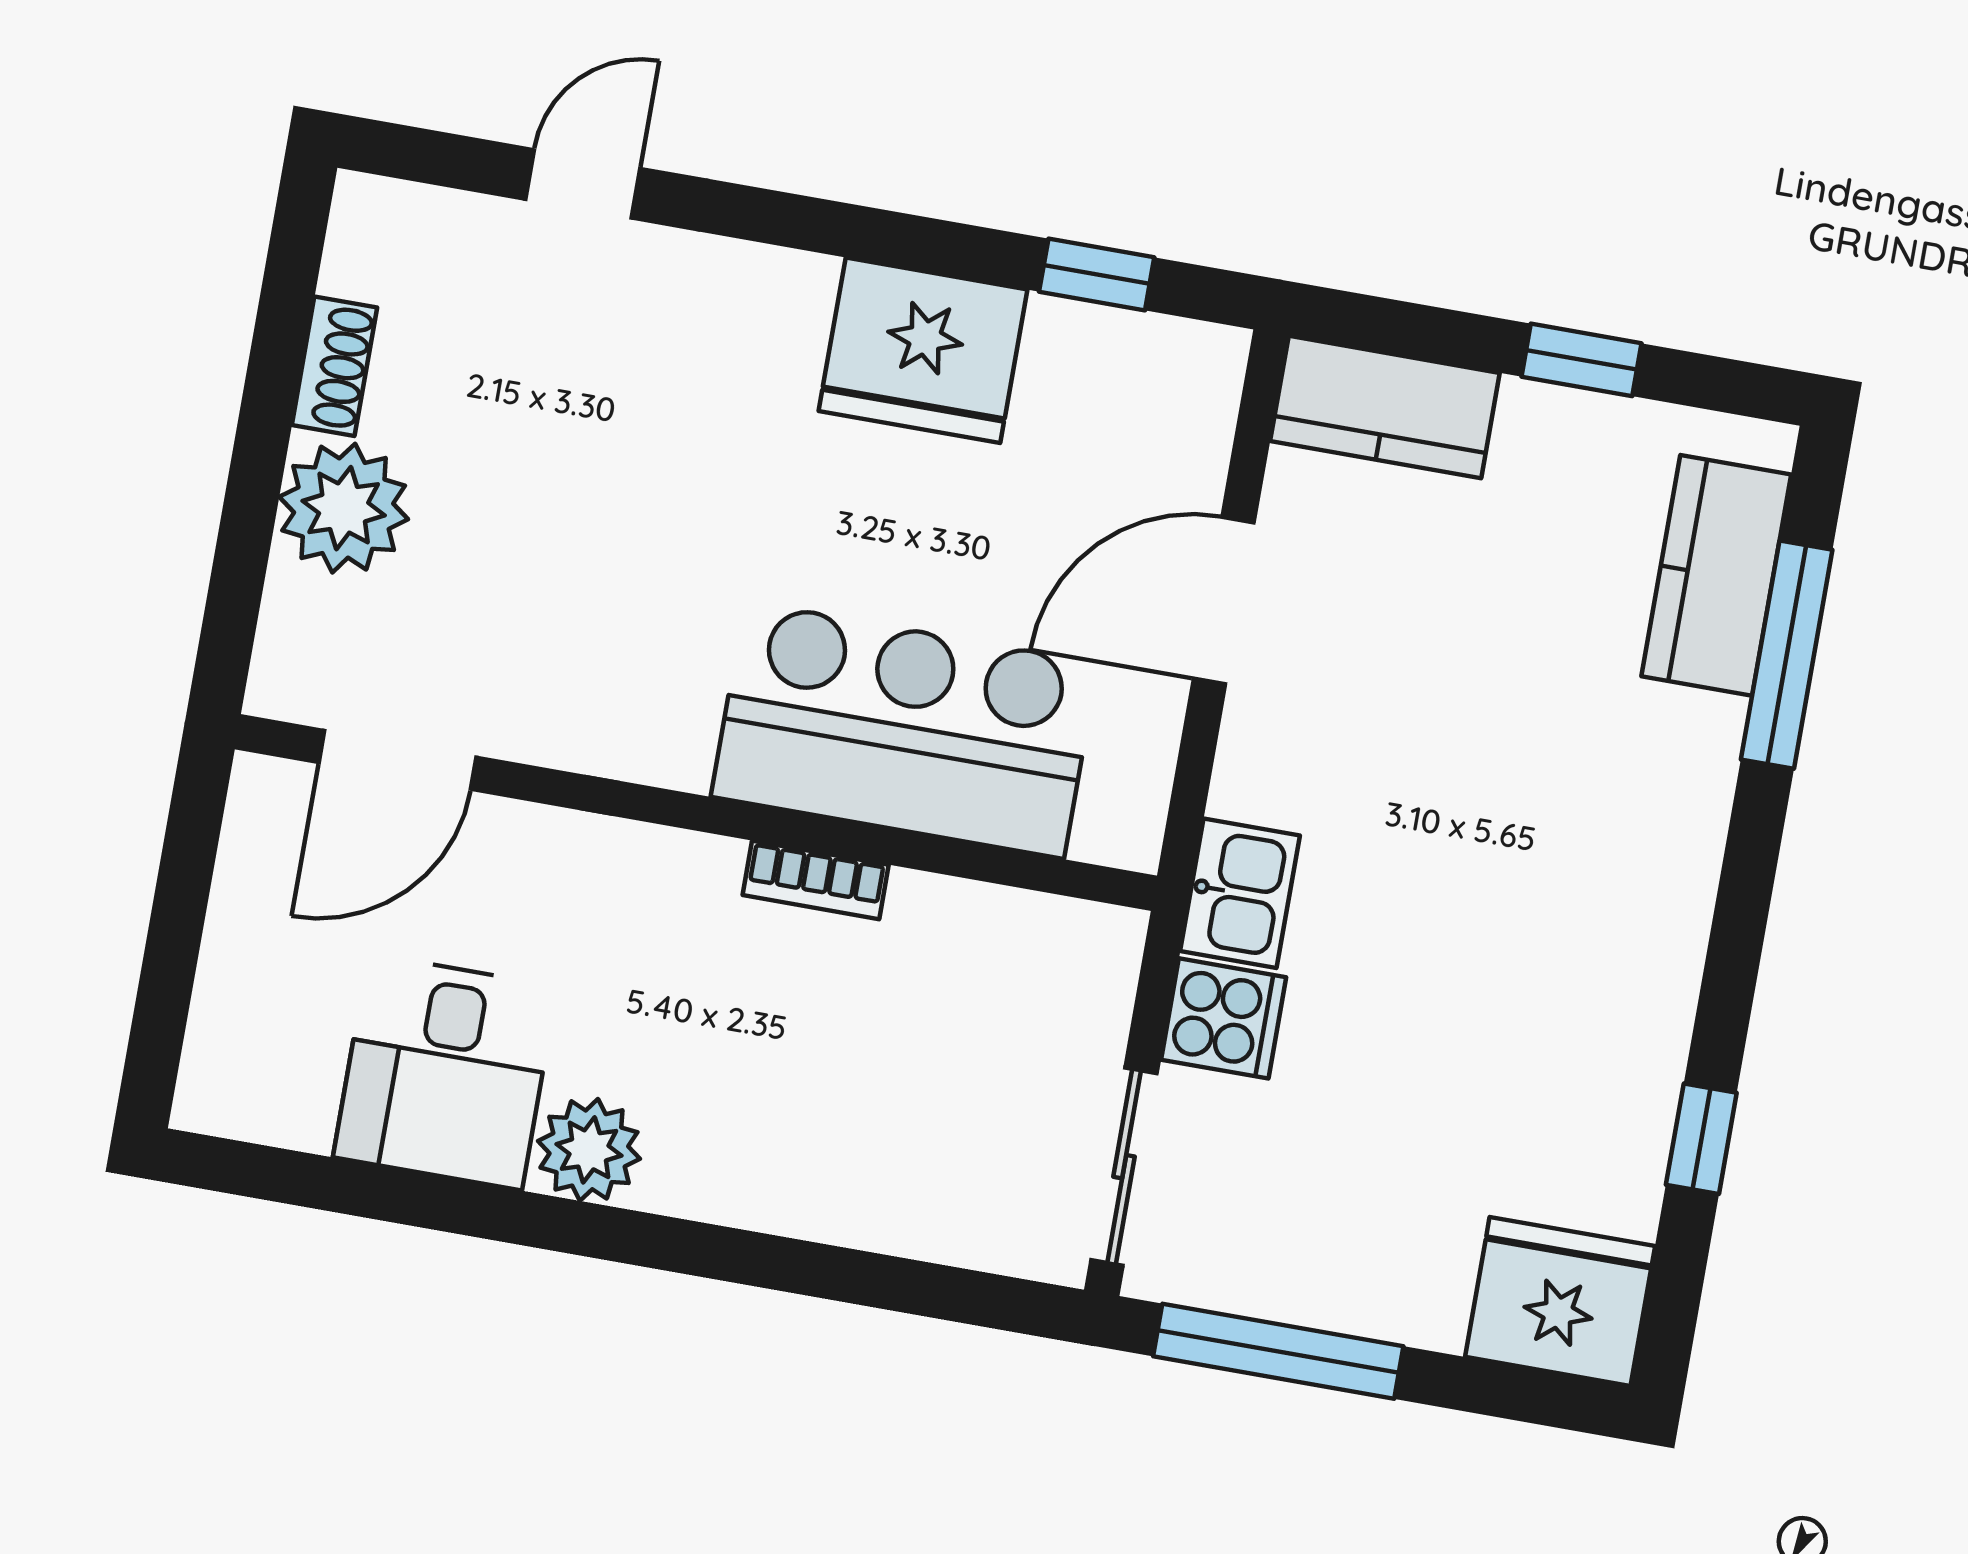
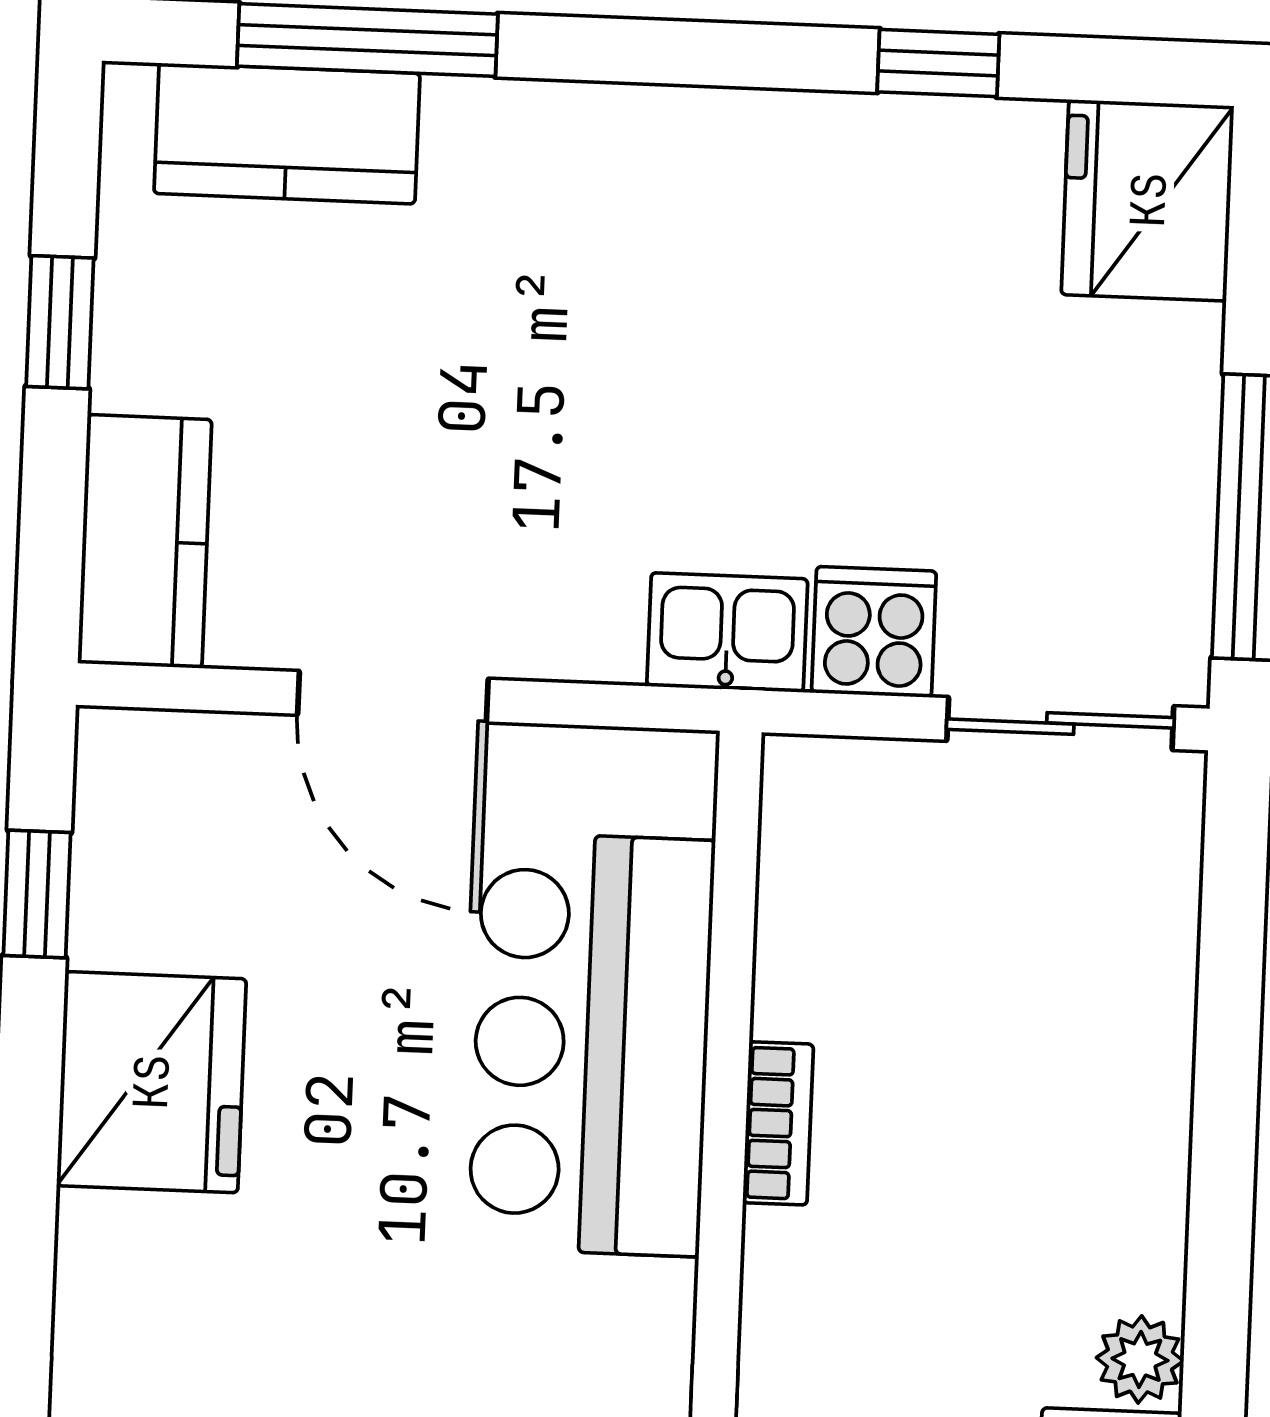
plant: (589, 1150) -> (1140, 1359), width x0.73, depth x0.73

